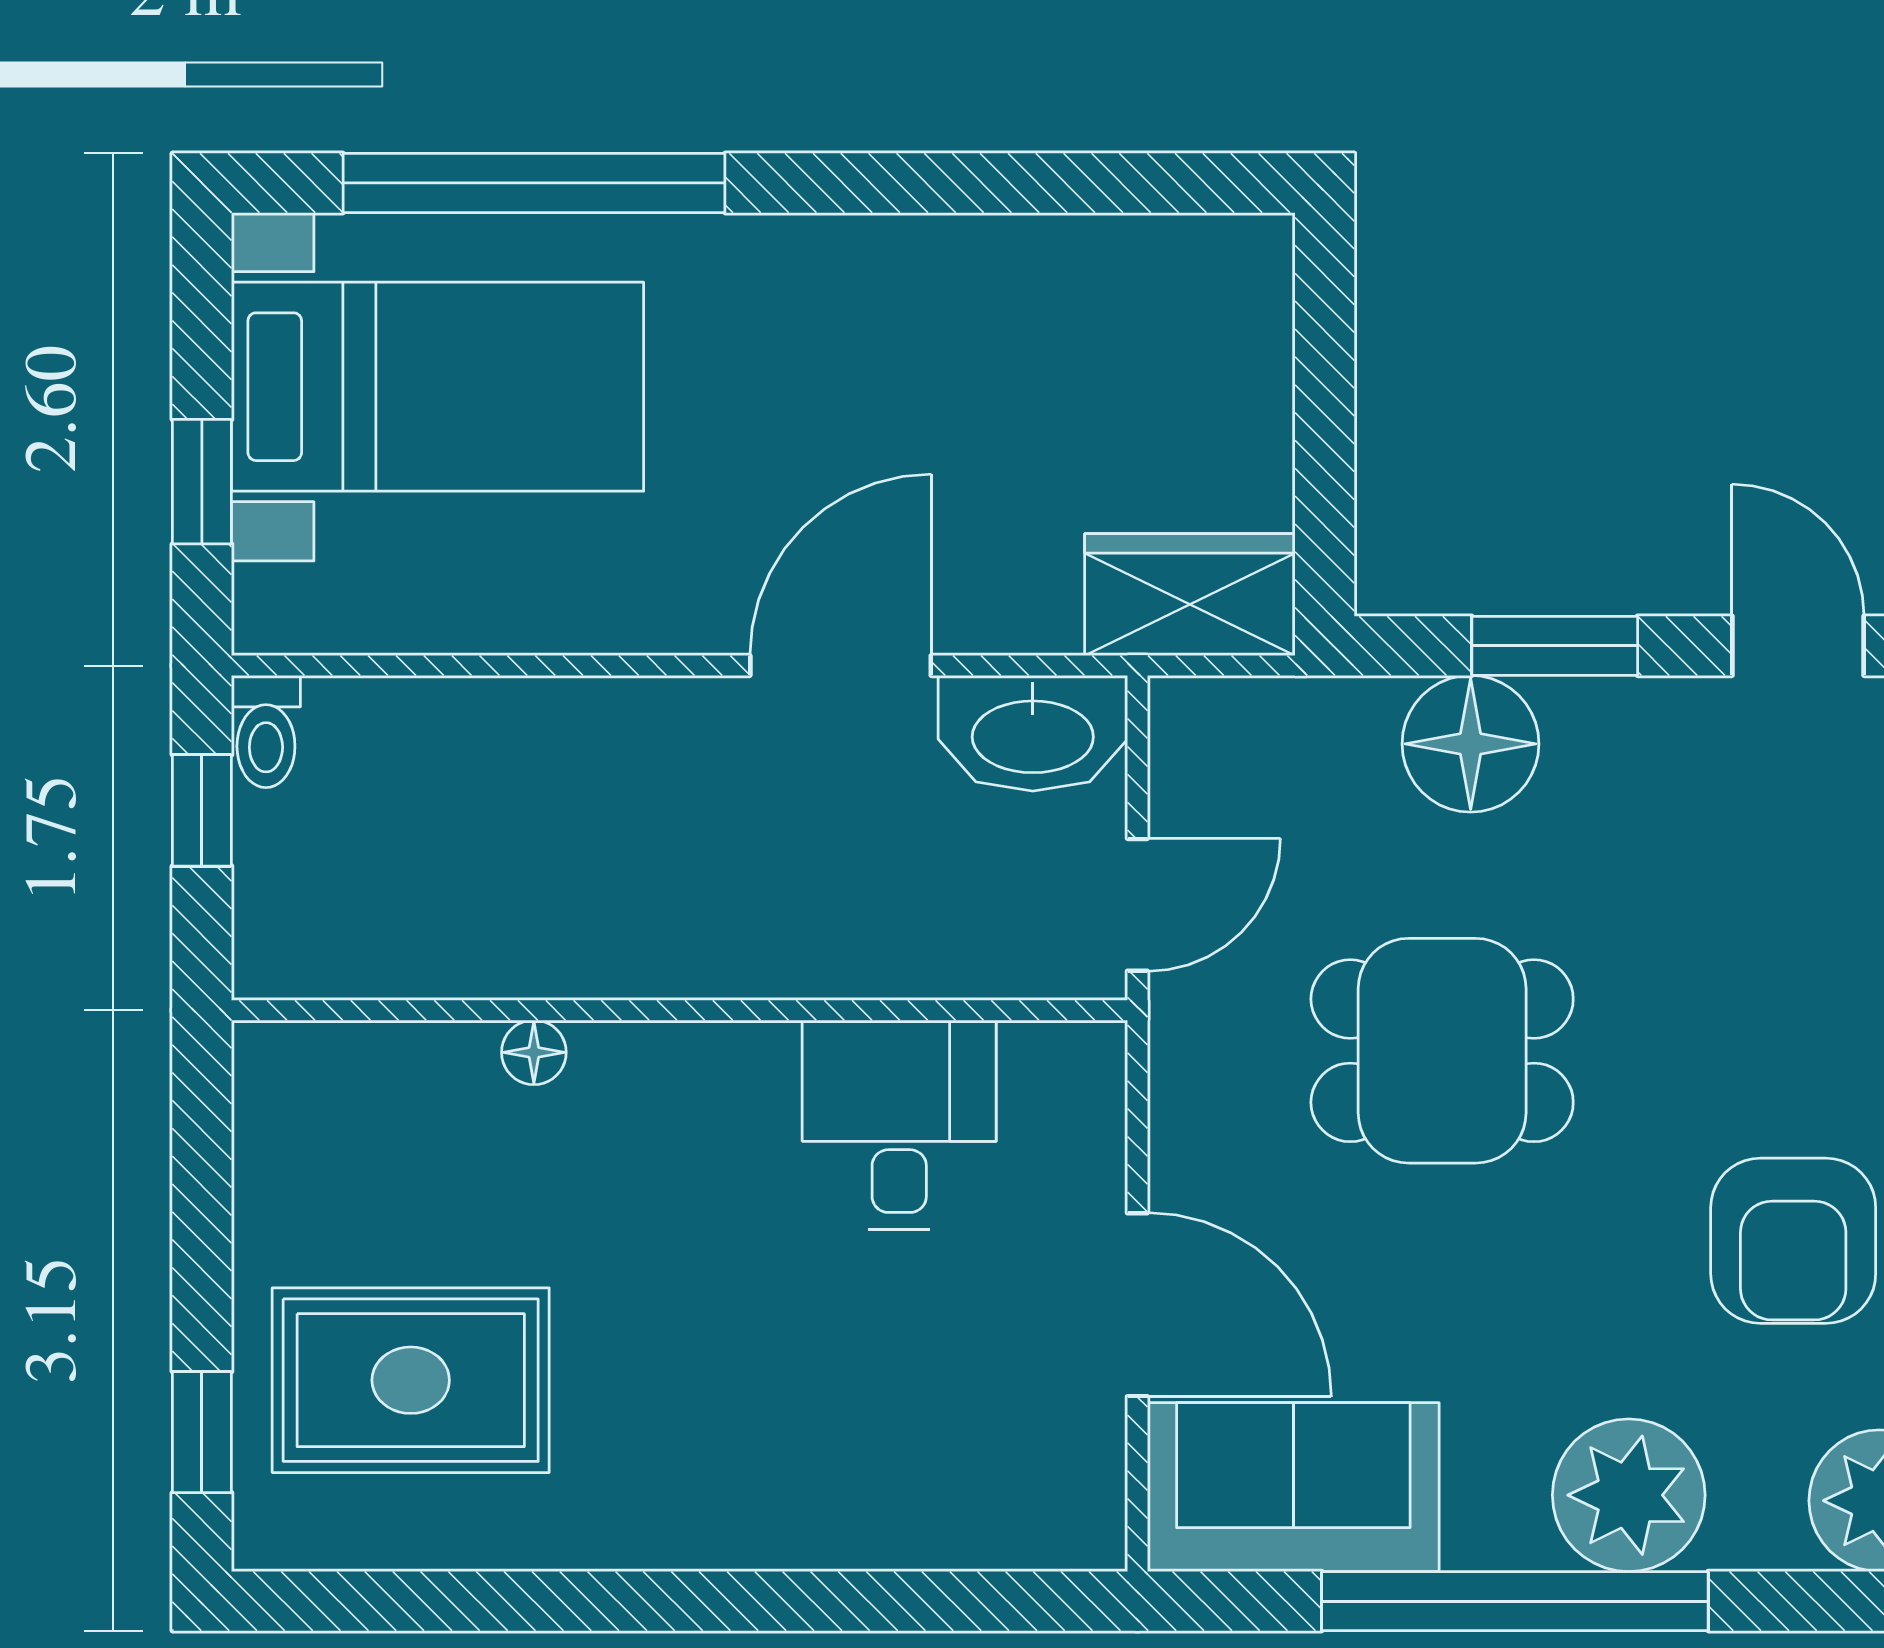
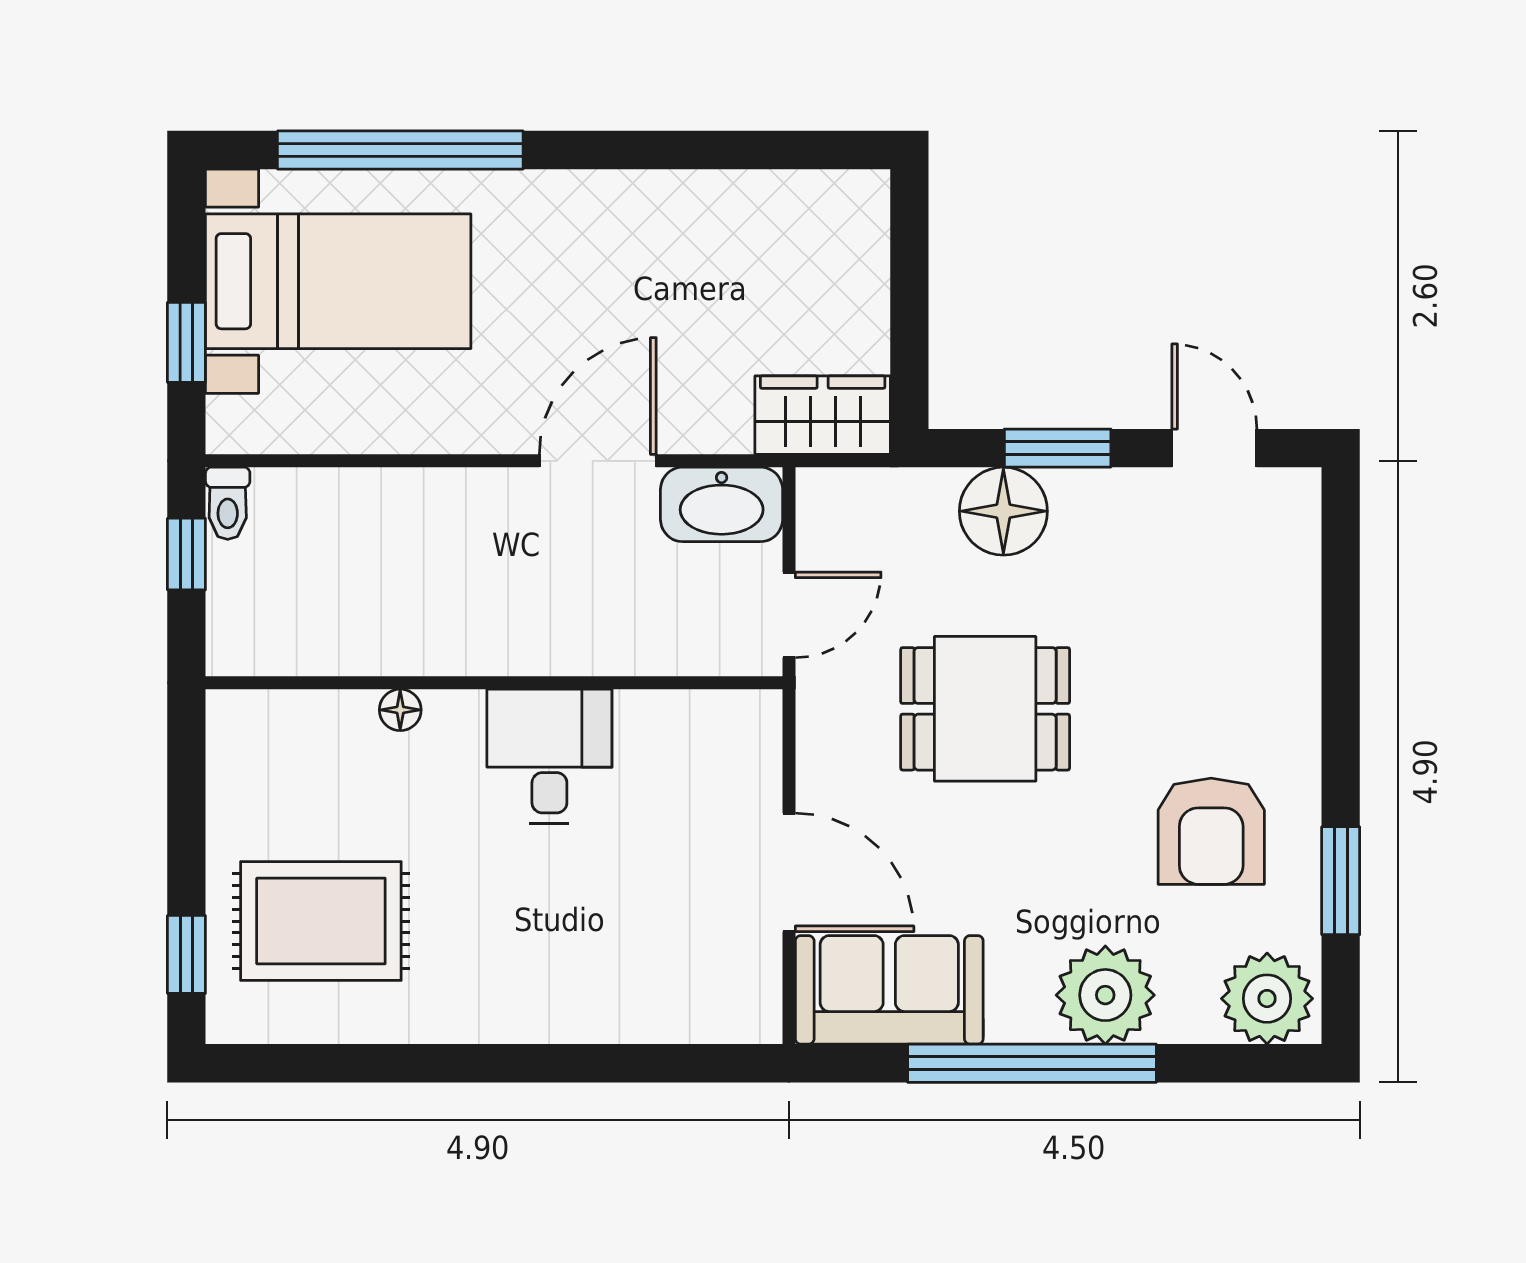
desk: (899, 1125) -> (549, 756), moved

